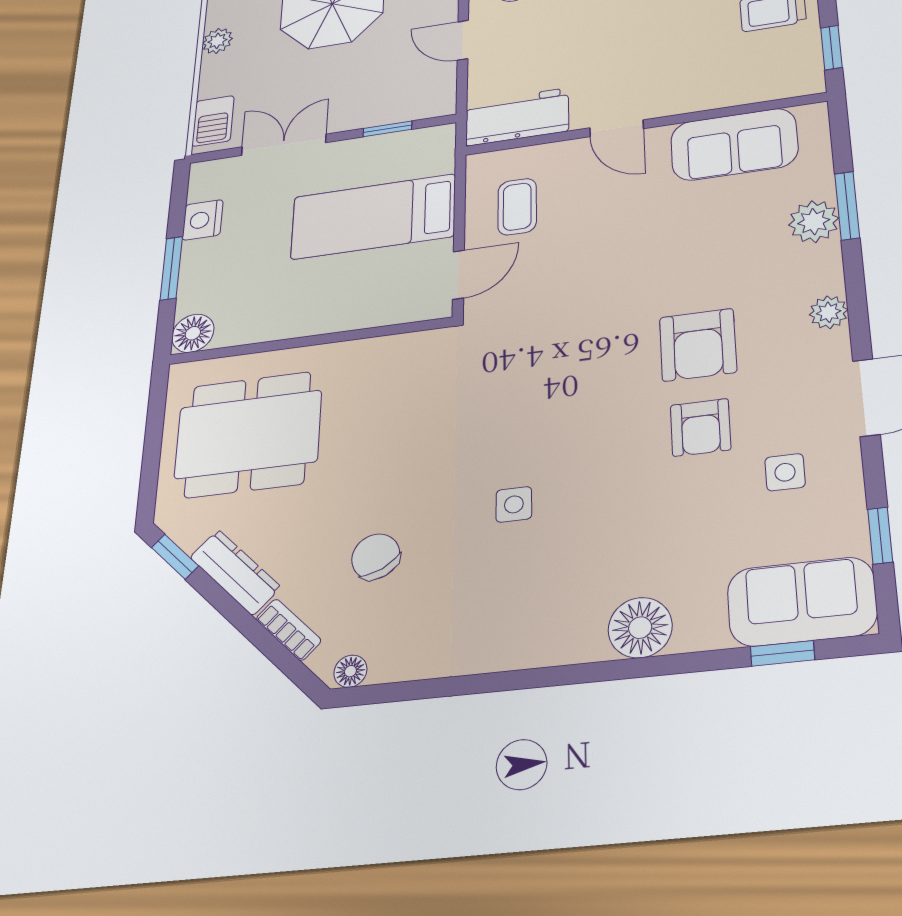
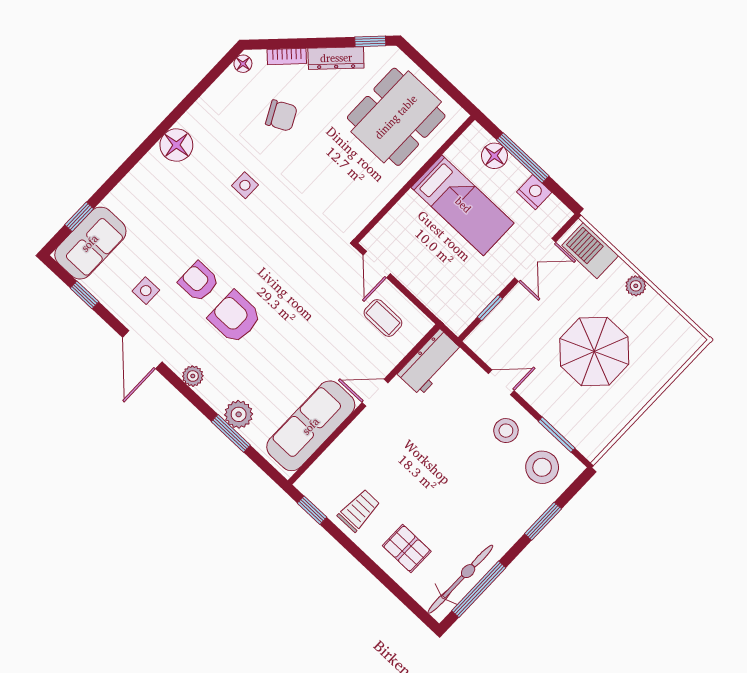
barbecue: (213, 121) -> (590, 251), width x1.38, depth x1.27
sofa: (734, 144) -> (311, 426), width x1.36
bed: (373, 217) -> (463, 205), moved, turned 90
window: (171, 268) -> (523, 158), width x1.44
floor lamp: (193, 333) -> (494, 156), moved
floor lamp: (640, 628) -> (176, 145), moved

